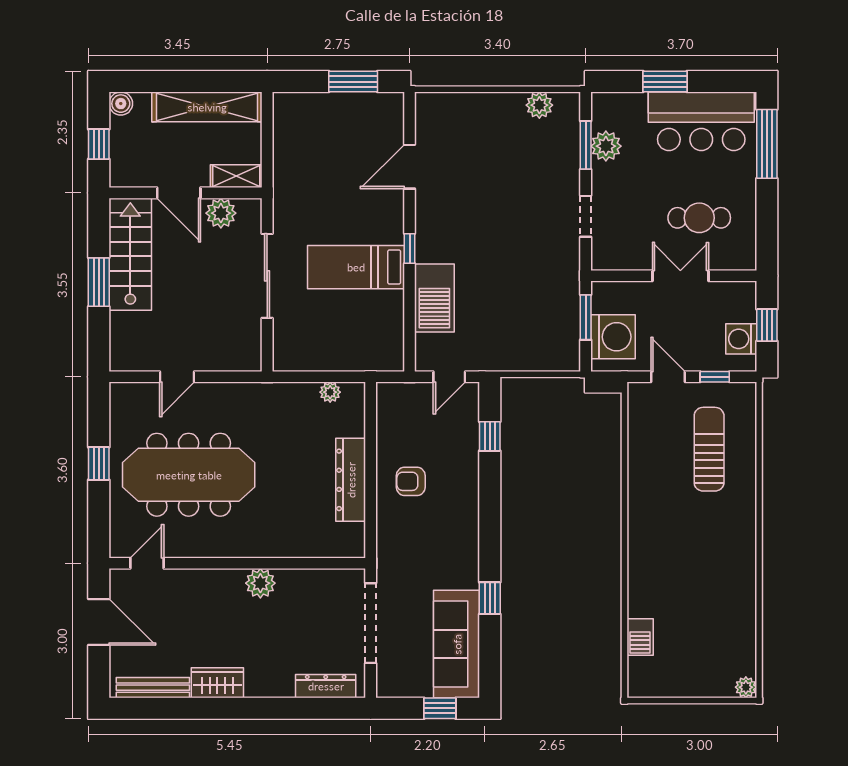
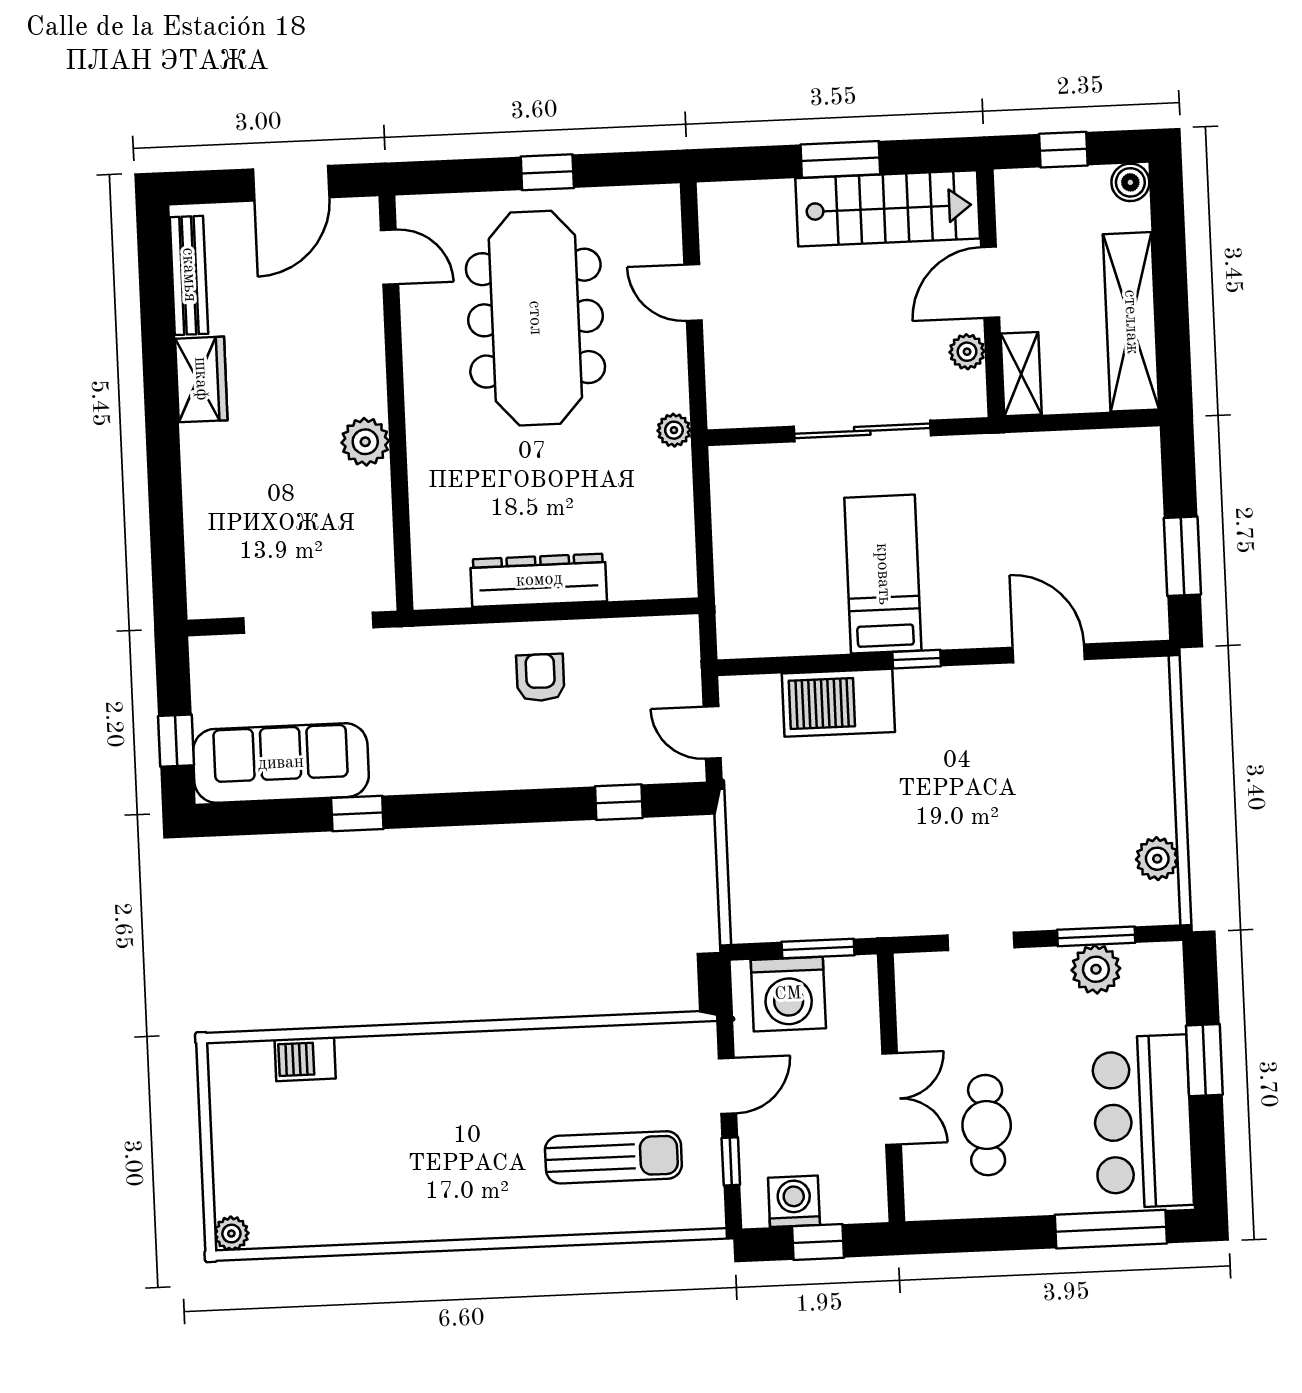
plant: (221, 213) -> (967, 352), width x0.73, depth x0.73
plant: (330, 392) -> (674, 430), moved
dresser: (326, 686) -> (204, 555), removed

